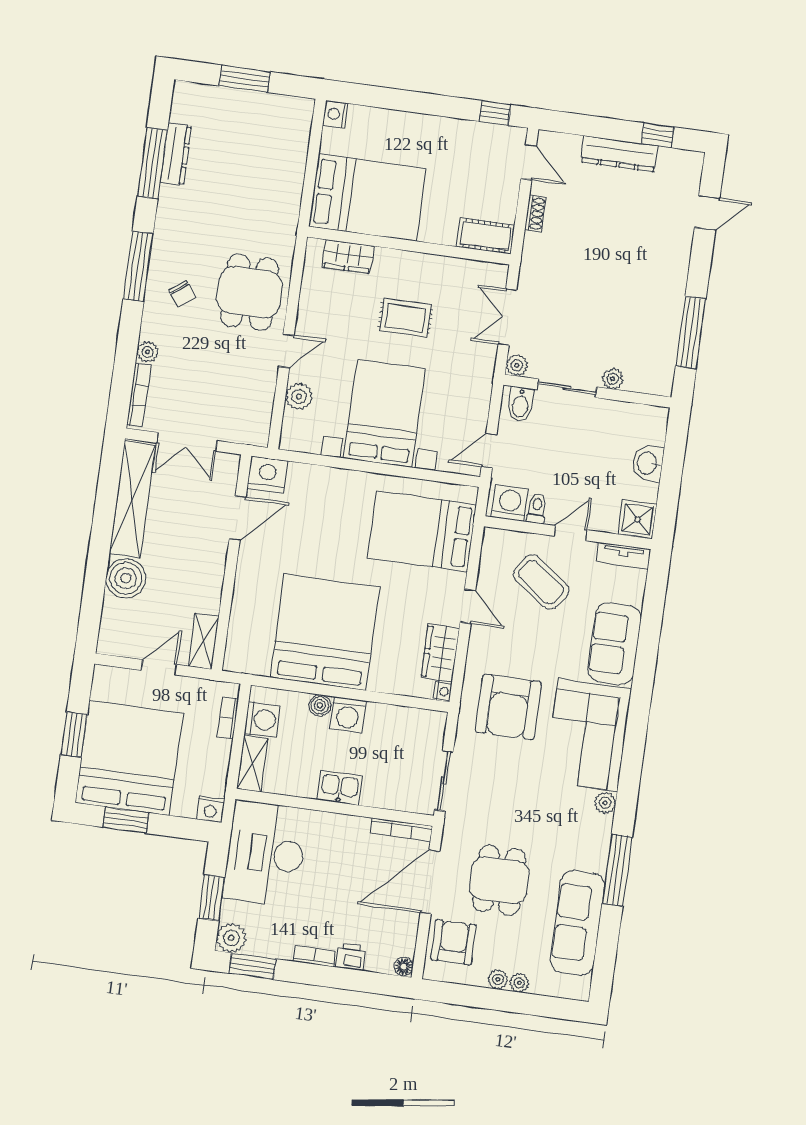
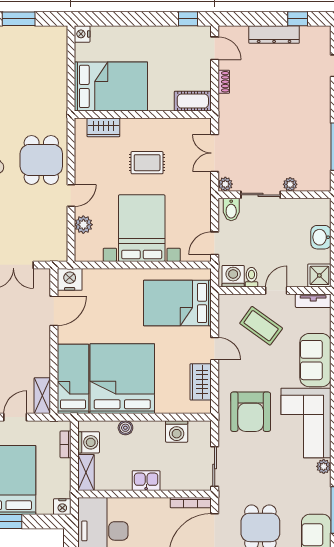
bed: (252, 622) -> (73, 379), added
nightstand: (443, 691) -> (206, 407), removed
washing machine: (348, 715) -> (177, 431), moved

